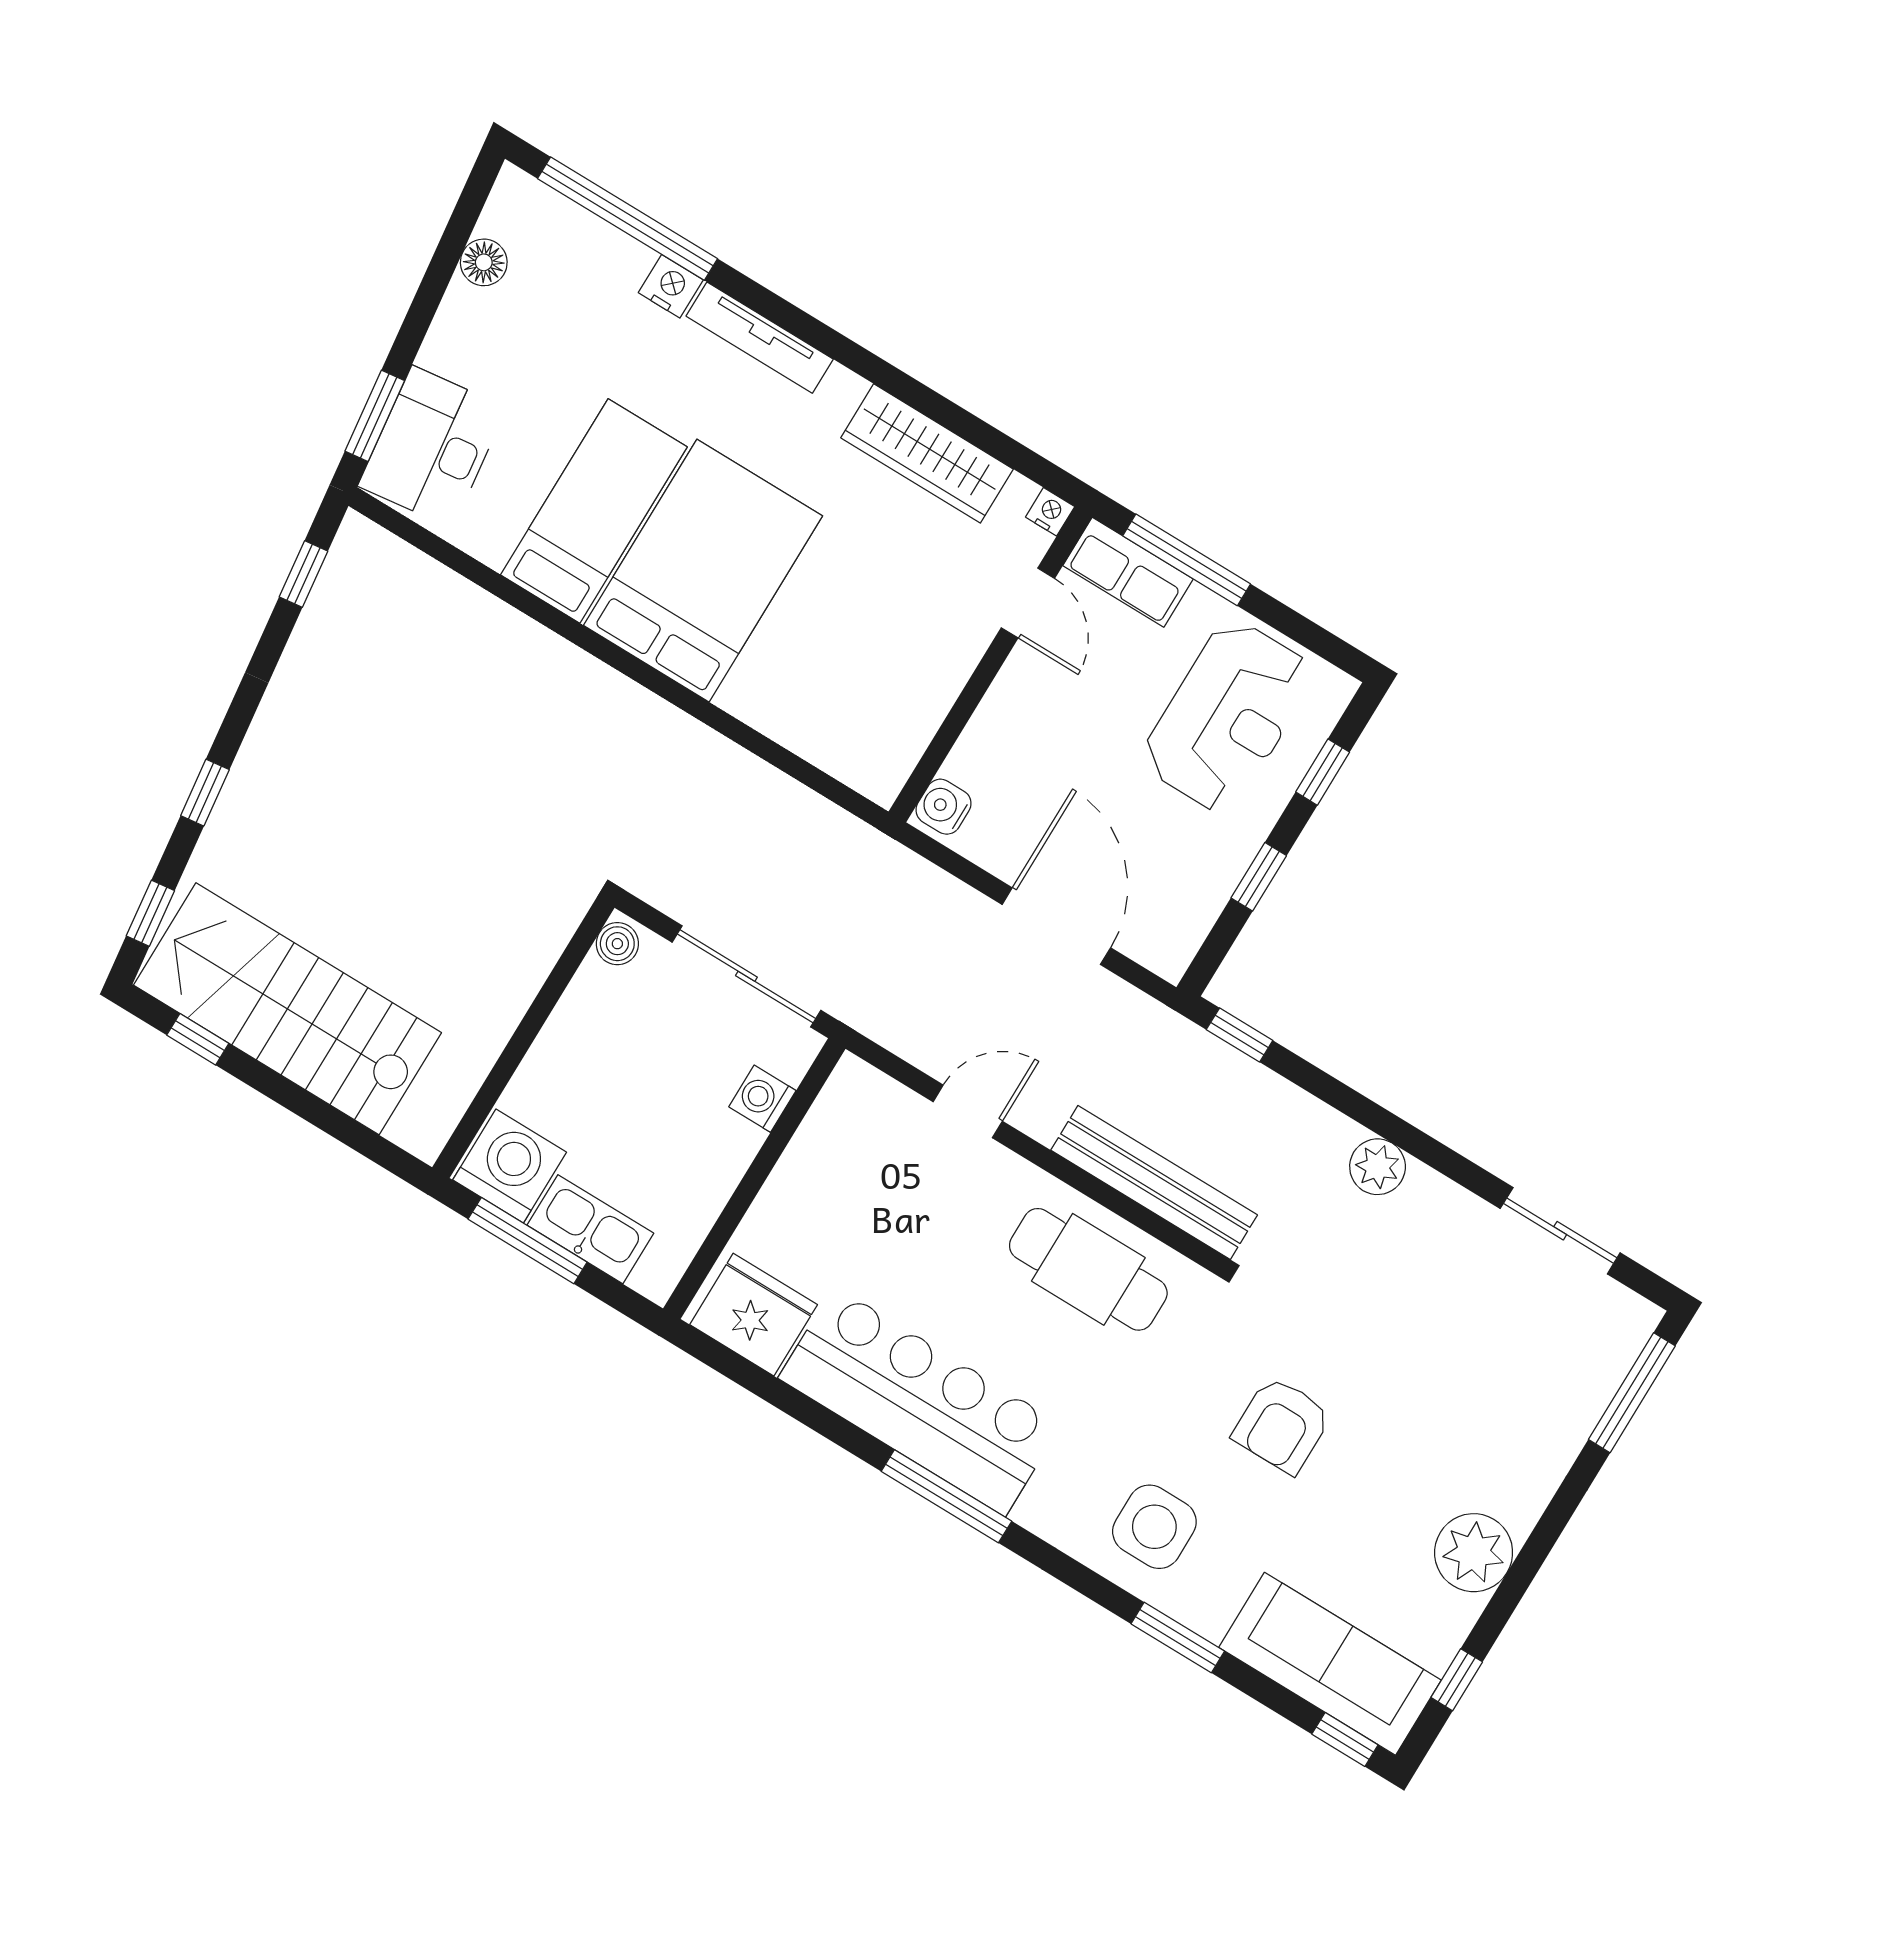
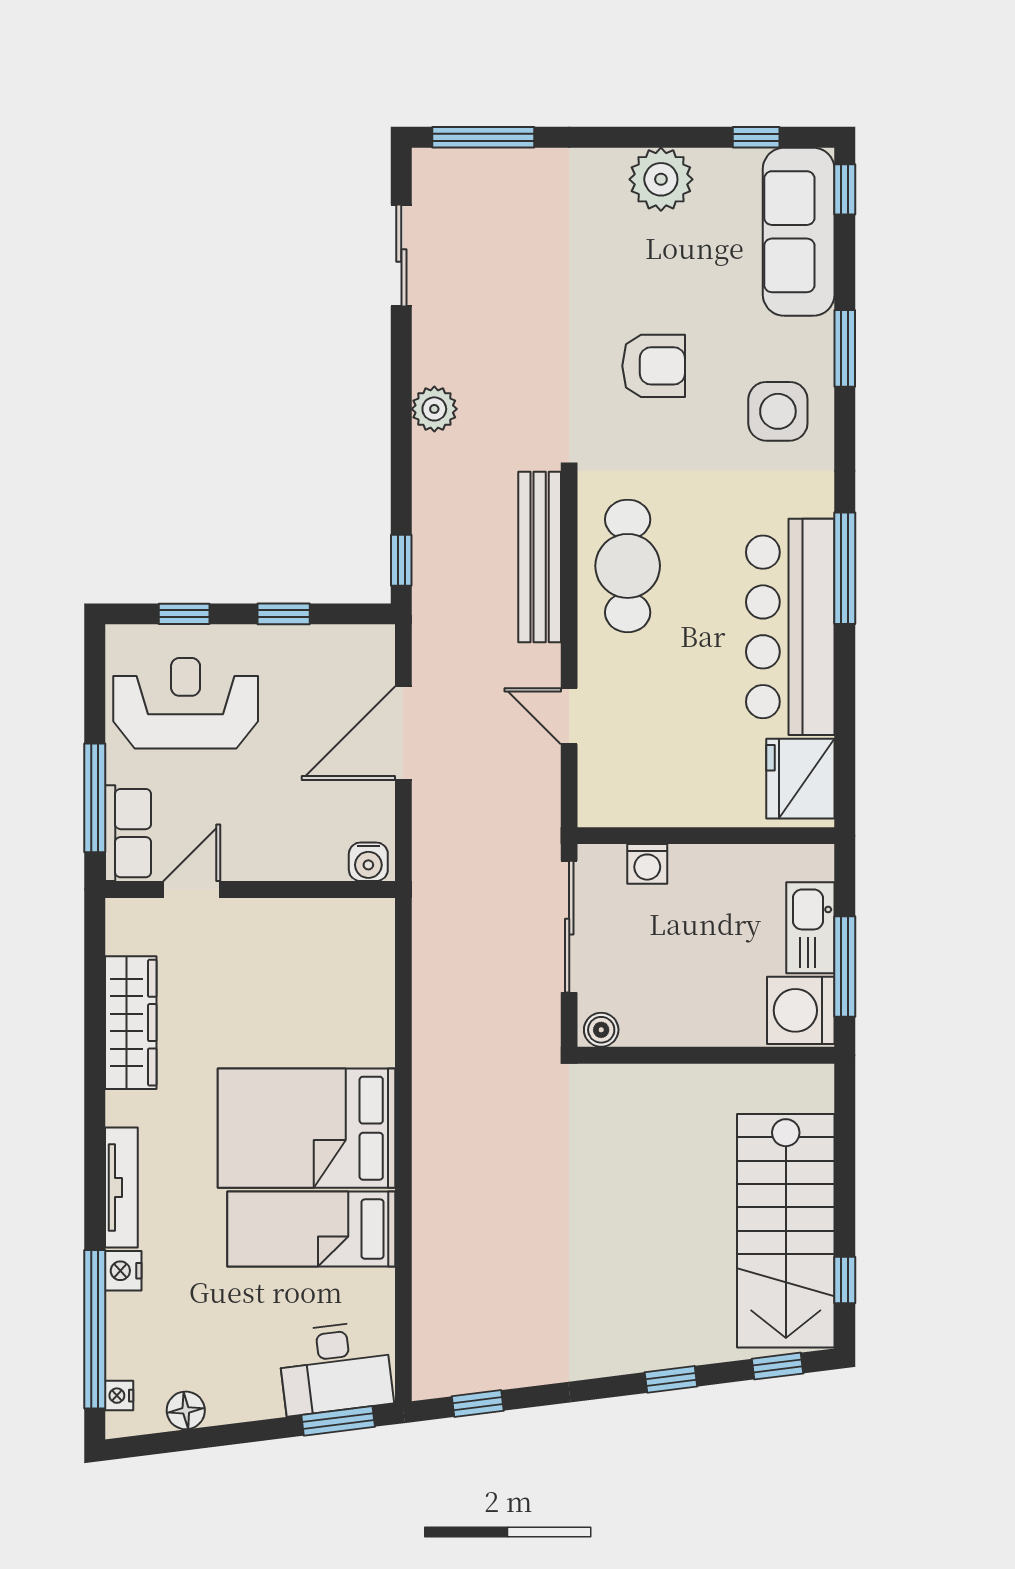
nightstand: (1050, 512) -> (119, 1396), moved

